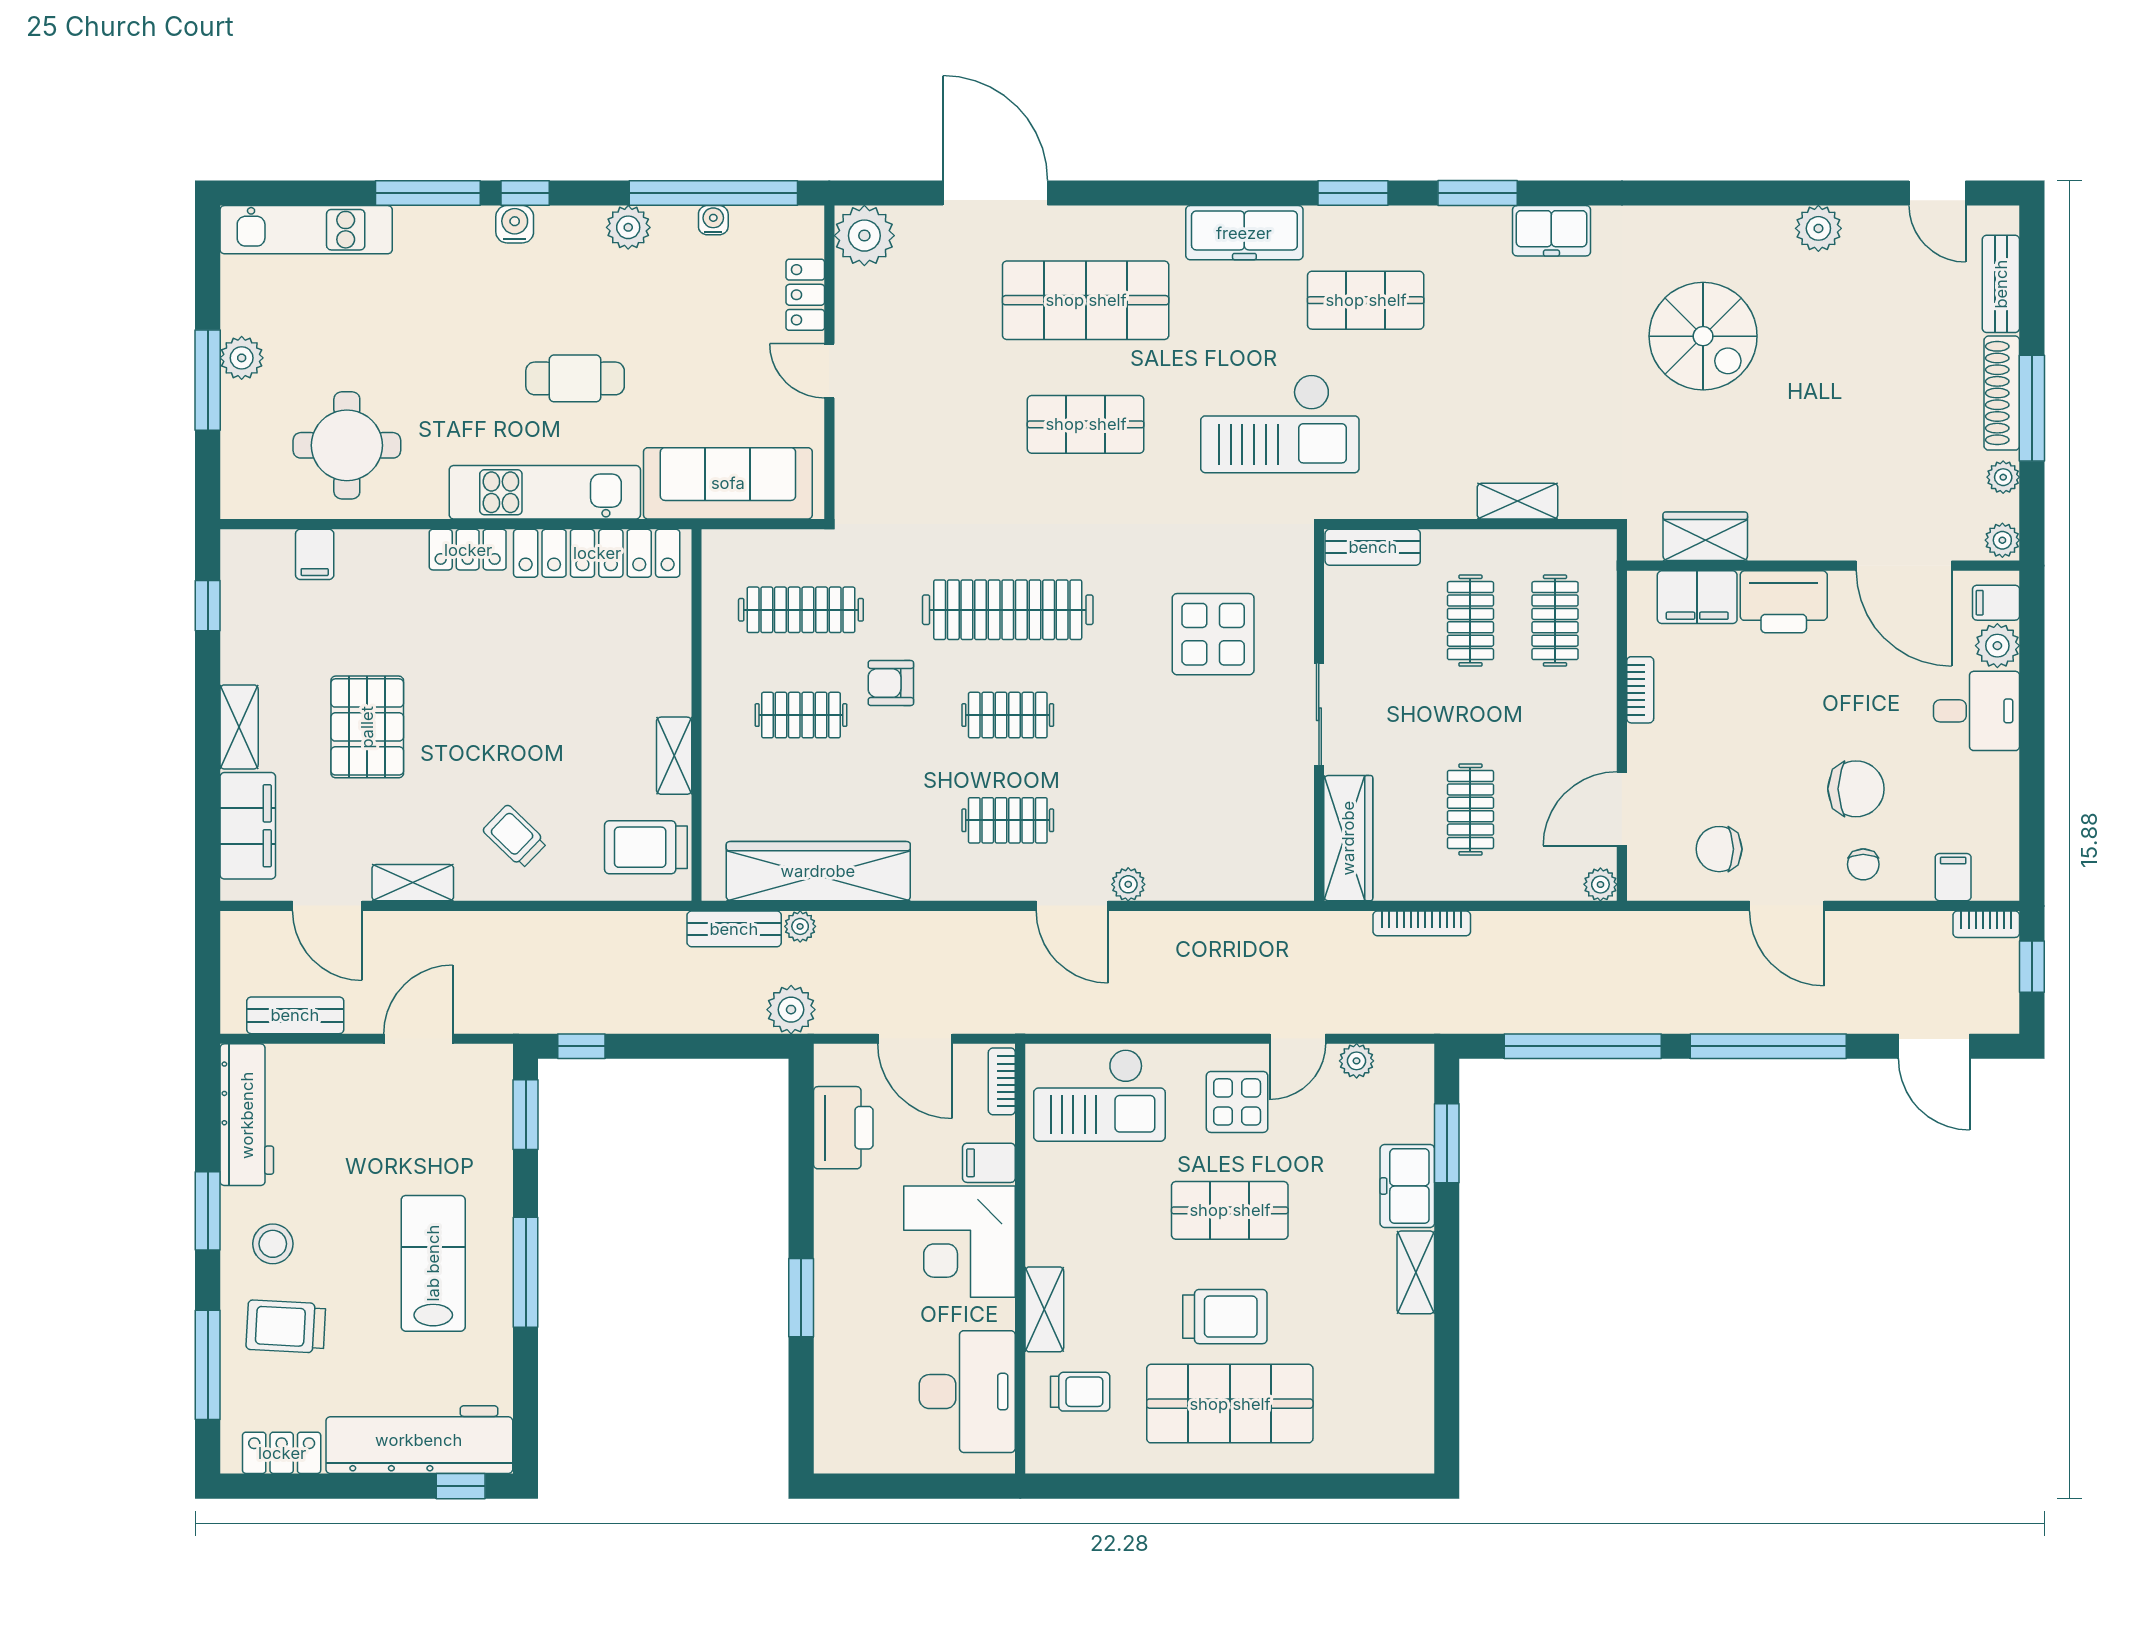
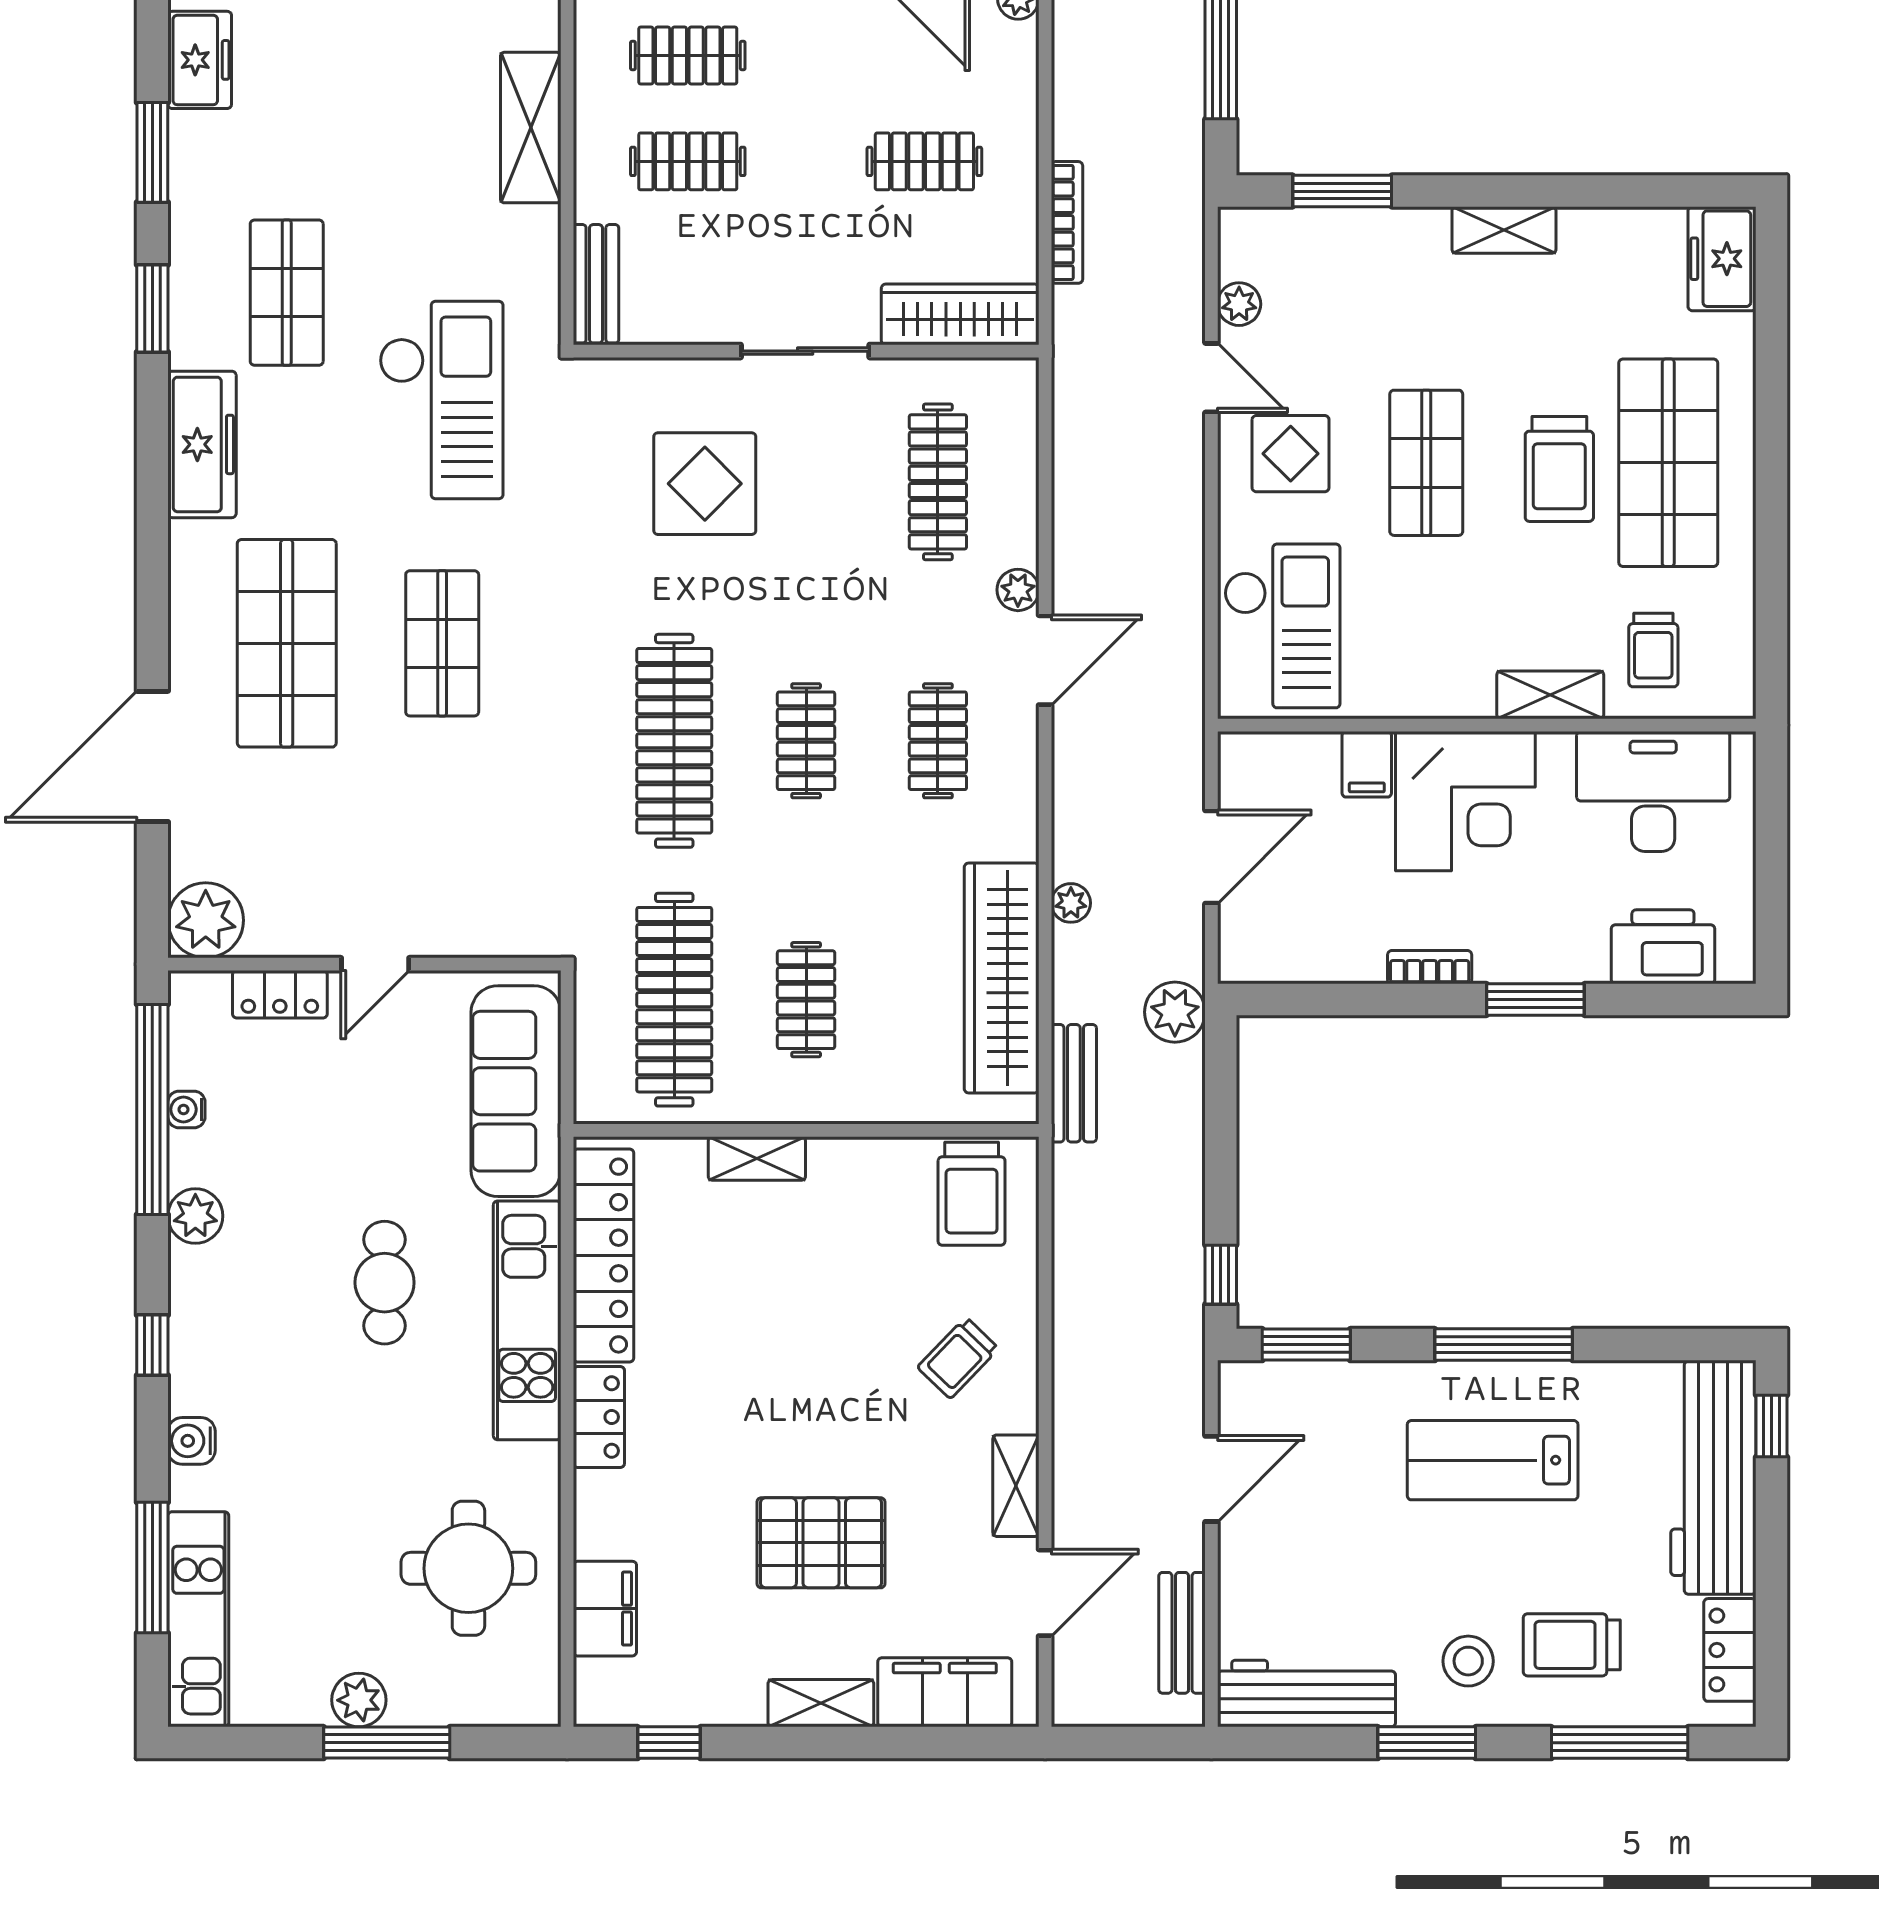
window: (428, 193) -> (152, 1568), moved
water cooler: (515, 224) -> (192, 1441), moved
shelving: (1518, 501) -> (531, 128), width x1.50, depth x1.33
filing cabinet: (315, 554) -> (605, 1609), width x2.00
clothes rail: (801, 610) -> (674, 1000), width x1.37, depth x1.31
armchair: (891, 683) -> (766, 887), removed
shelving: (674, 756) -> (757, 1159), moved
clothes rail: (1214, 820) -> (938, 482), added
plant: (800, 926) -> (1071, 903), moved
door: (418, 1039) -> (1211, 1479), swing flipped
bookcase: (1002, 1081) -> (1430, 967), moved, turned 180
printer: (843, 1128) -> (1663, 947), moved
freezer: (1407, 1186) -> (1722, 259), moved, turned 90
trolley: (1225, 1317) -> (1559, 469), turned 180
trolley: (286, 1327) -> (1572, 1645), turned 87
trolley: (1080, 1392) -> (1653, 650), turned 180

